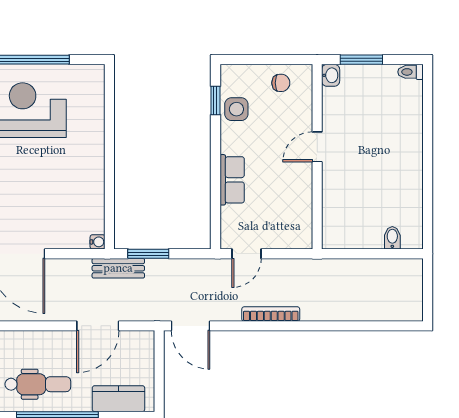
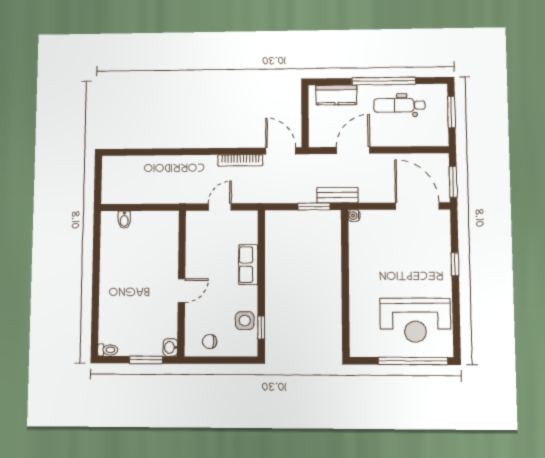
door: (246, 254) -> (220, 207), moved
bookcase: (271, 314) -> (240, 160), moved

